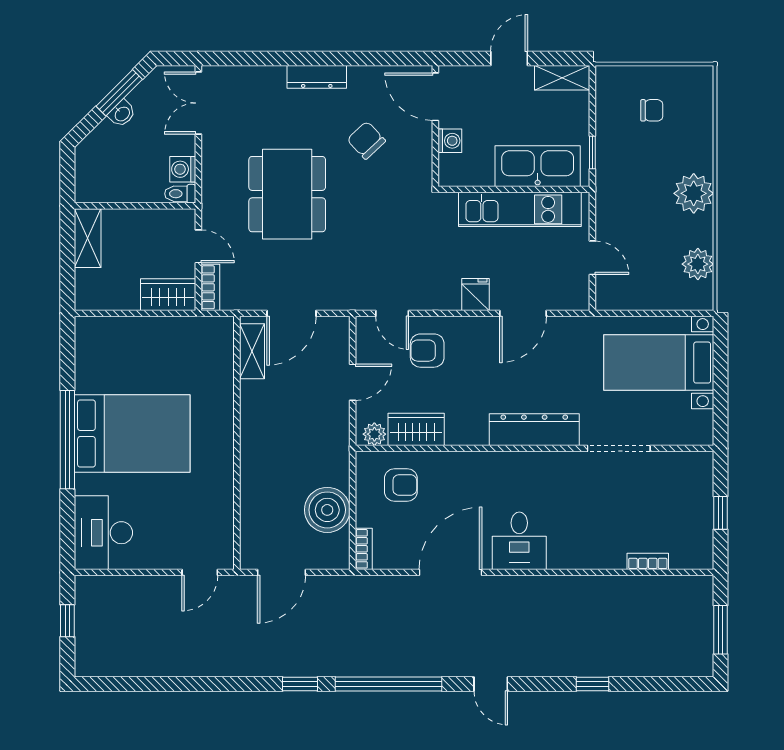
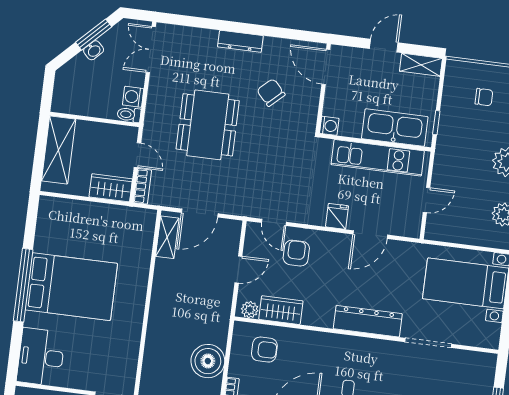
washing machine: (450, 141) -> (329, 126), moved
shelving: (88, 238) -> (59, 150), width x1.50, depth x1.33
door: (592, 258) -> (427, 200), hinge flipped
armchair: (427, 351) -> (296, 253), turned 90

